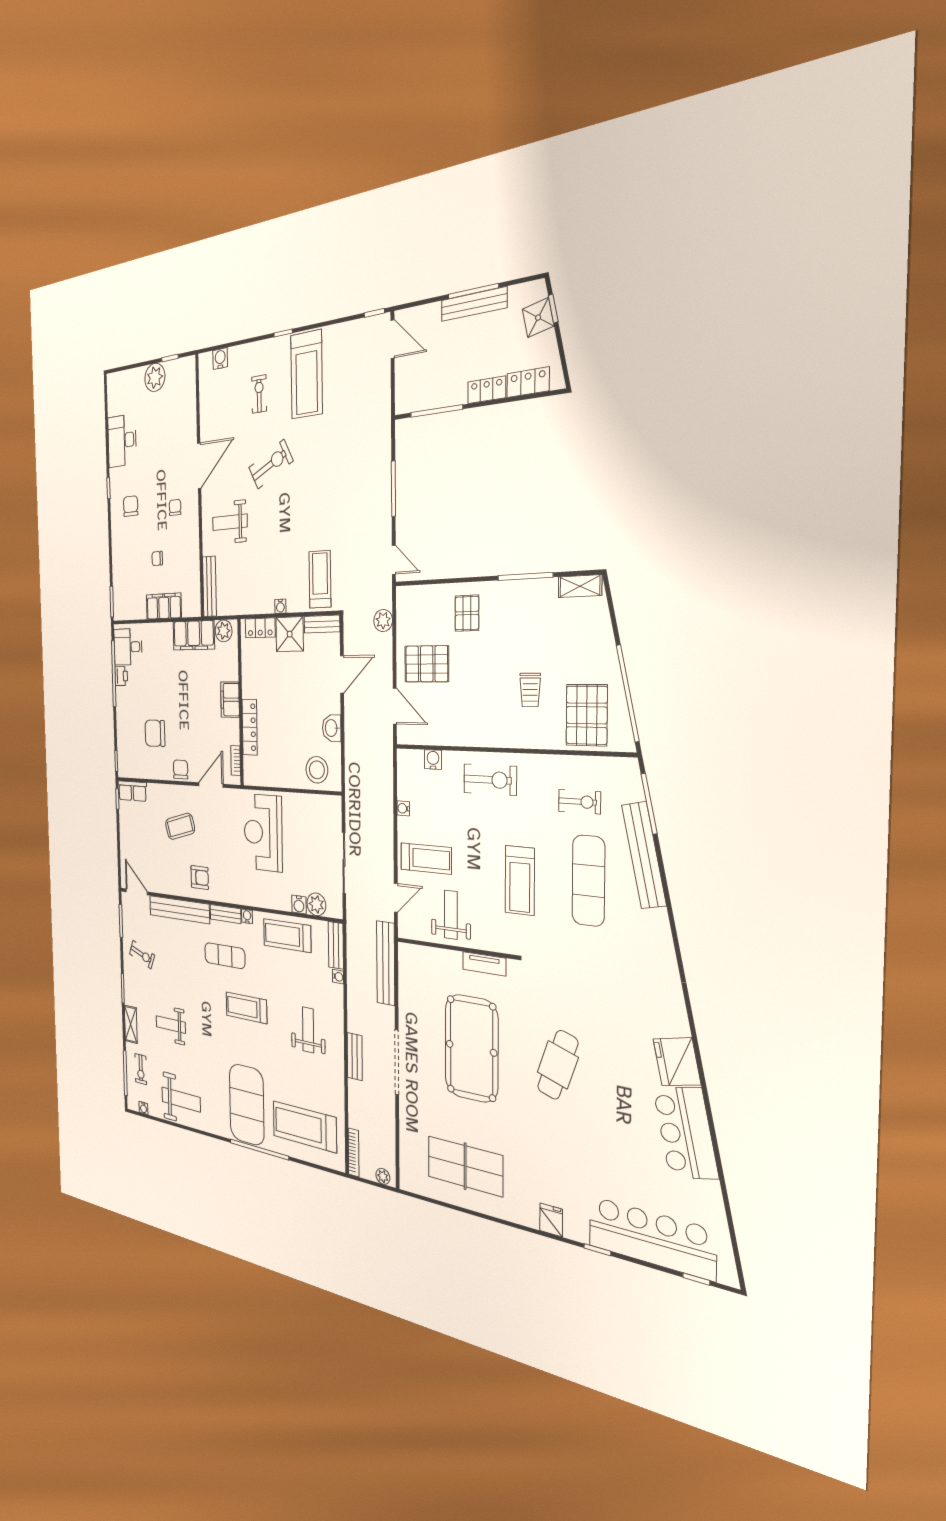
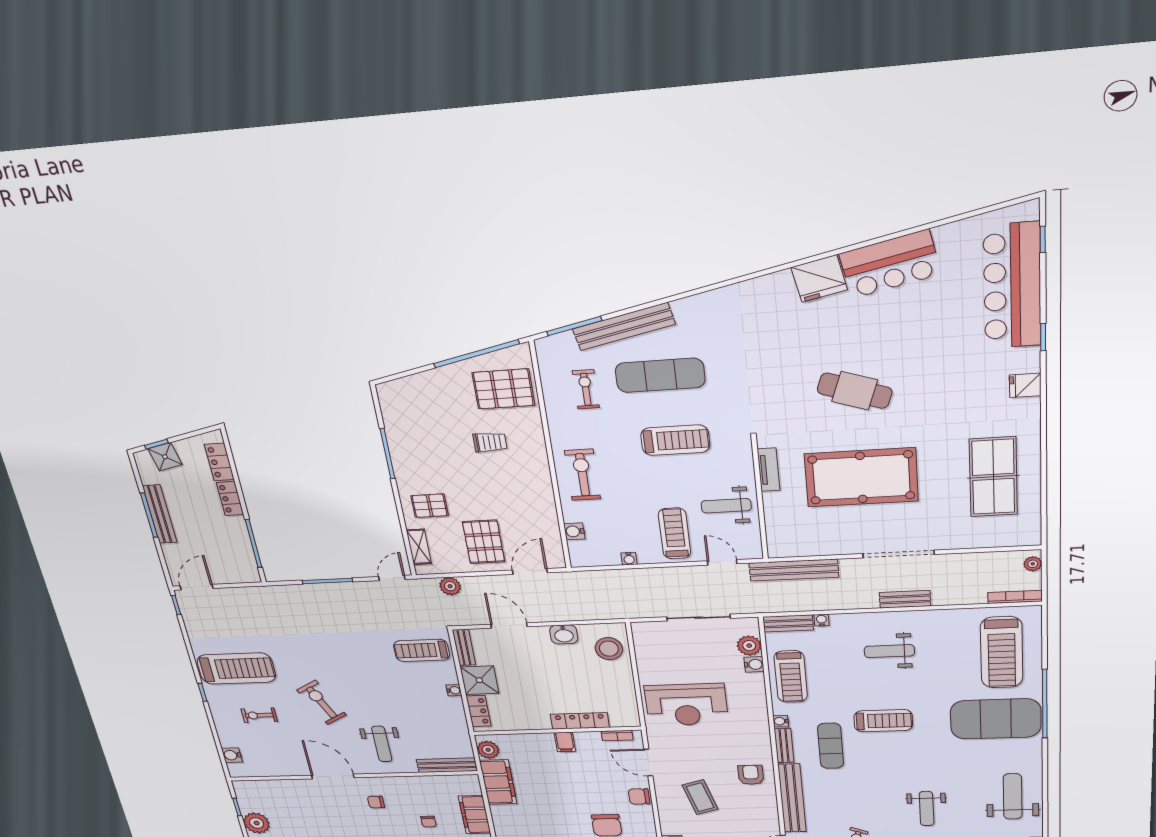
shelving: (580, 586) -> (419, 547), moved
filing cabinet: (230, 700) -> (565, 742), width x0.50
treadmill: (246, 1008) -> (883, 721), turned -90

